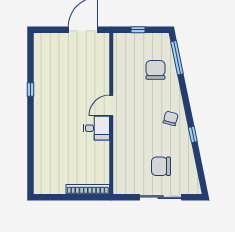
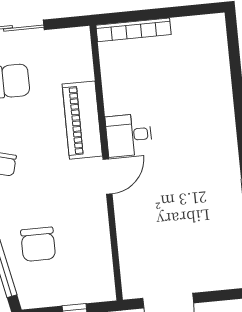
piano: (123, 140) -> (82, 120), added

